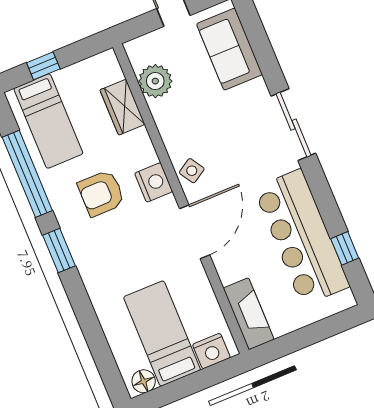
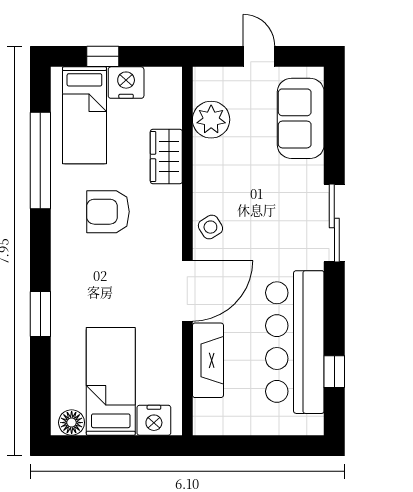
wardrobe: (122, 107) -> (166, 156), moved
nightstand: (154, 182) -> (126, 83), moved, turned -90
window: (59, 250) -> (40, 314), moved
fireplace: (249, 314) -> (208, 360), moved

